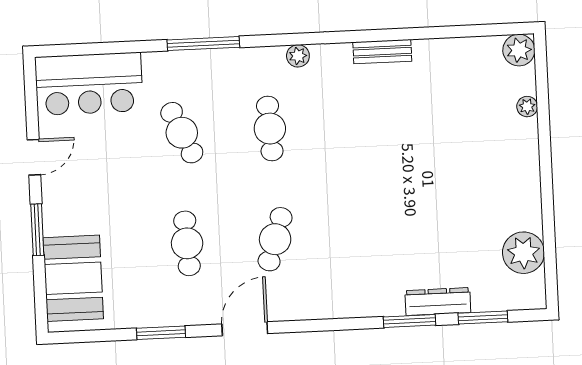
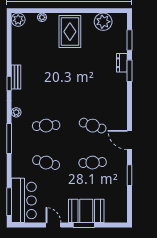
window: (366, 36) -> (9, 84), added
window: (203, 44) -> (9, 138), moved
window: (85, 49) -> (9, 202), added
cafe table: (182, 133) -> (46, 163), turned 39
rug: (496, 175) -> (70, 32), added
booth: (73, 278) -> (86, 211), moved
dresser: (438, 302) -> (122, 63), width x0.70

